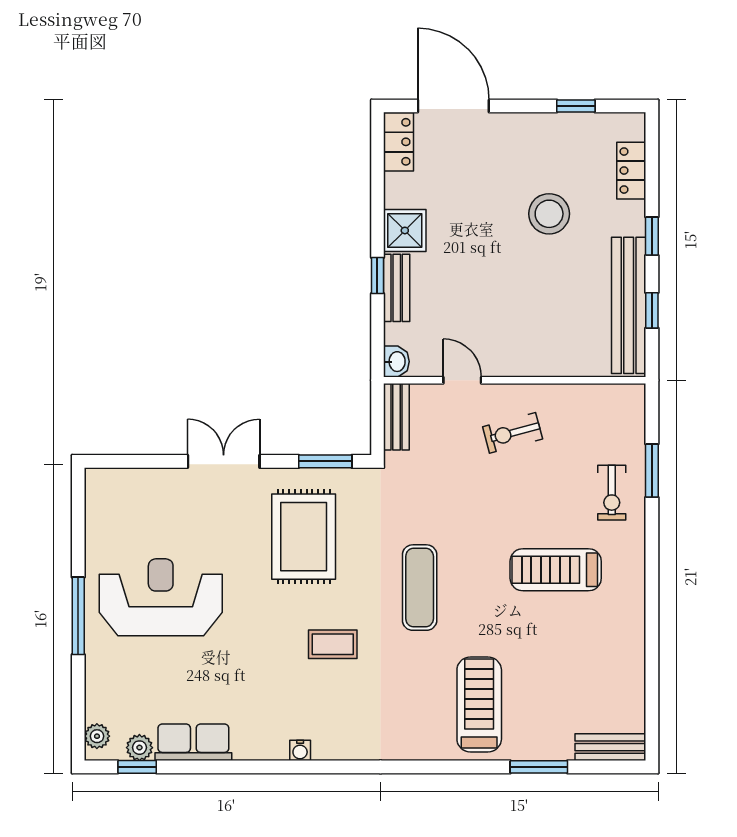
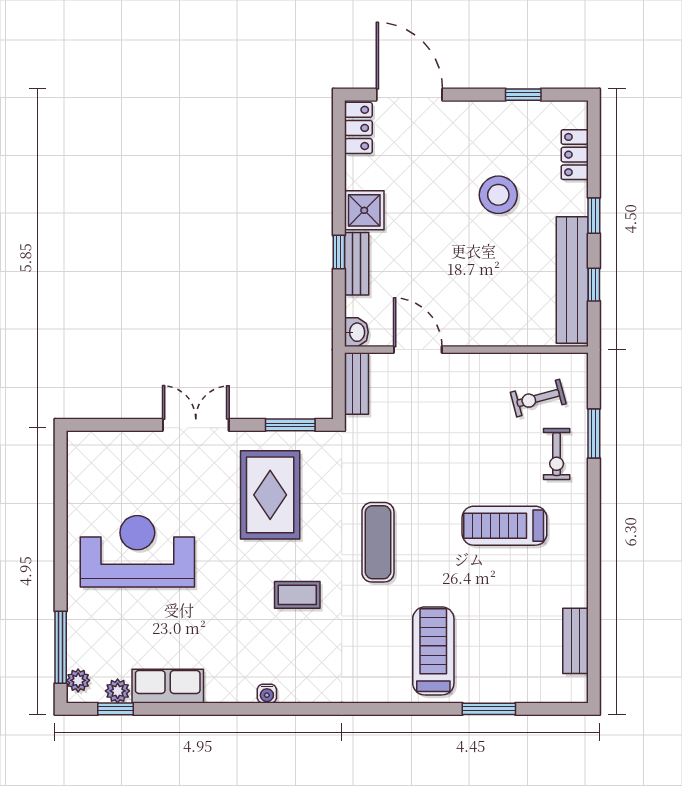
door: (462, 380) -> (418, 350), width x1.38
exercise bike: (513, 433) -> (538, 398), moved
window: (78, 616) -> (61, 647), moved
bench: (610, 747) -> (576, 641), moved, turned 90

